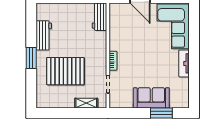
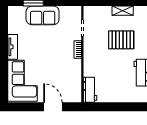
pallet: (65, 71) -> (121, 40), width x0.73, depth x0.71
shelving: (86, 103) -> (123, 11), moved

